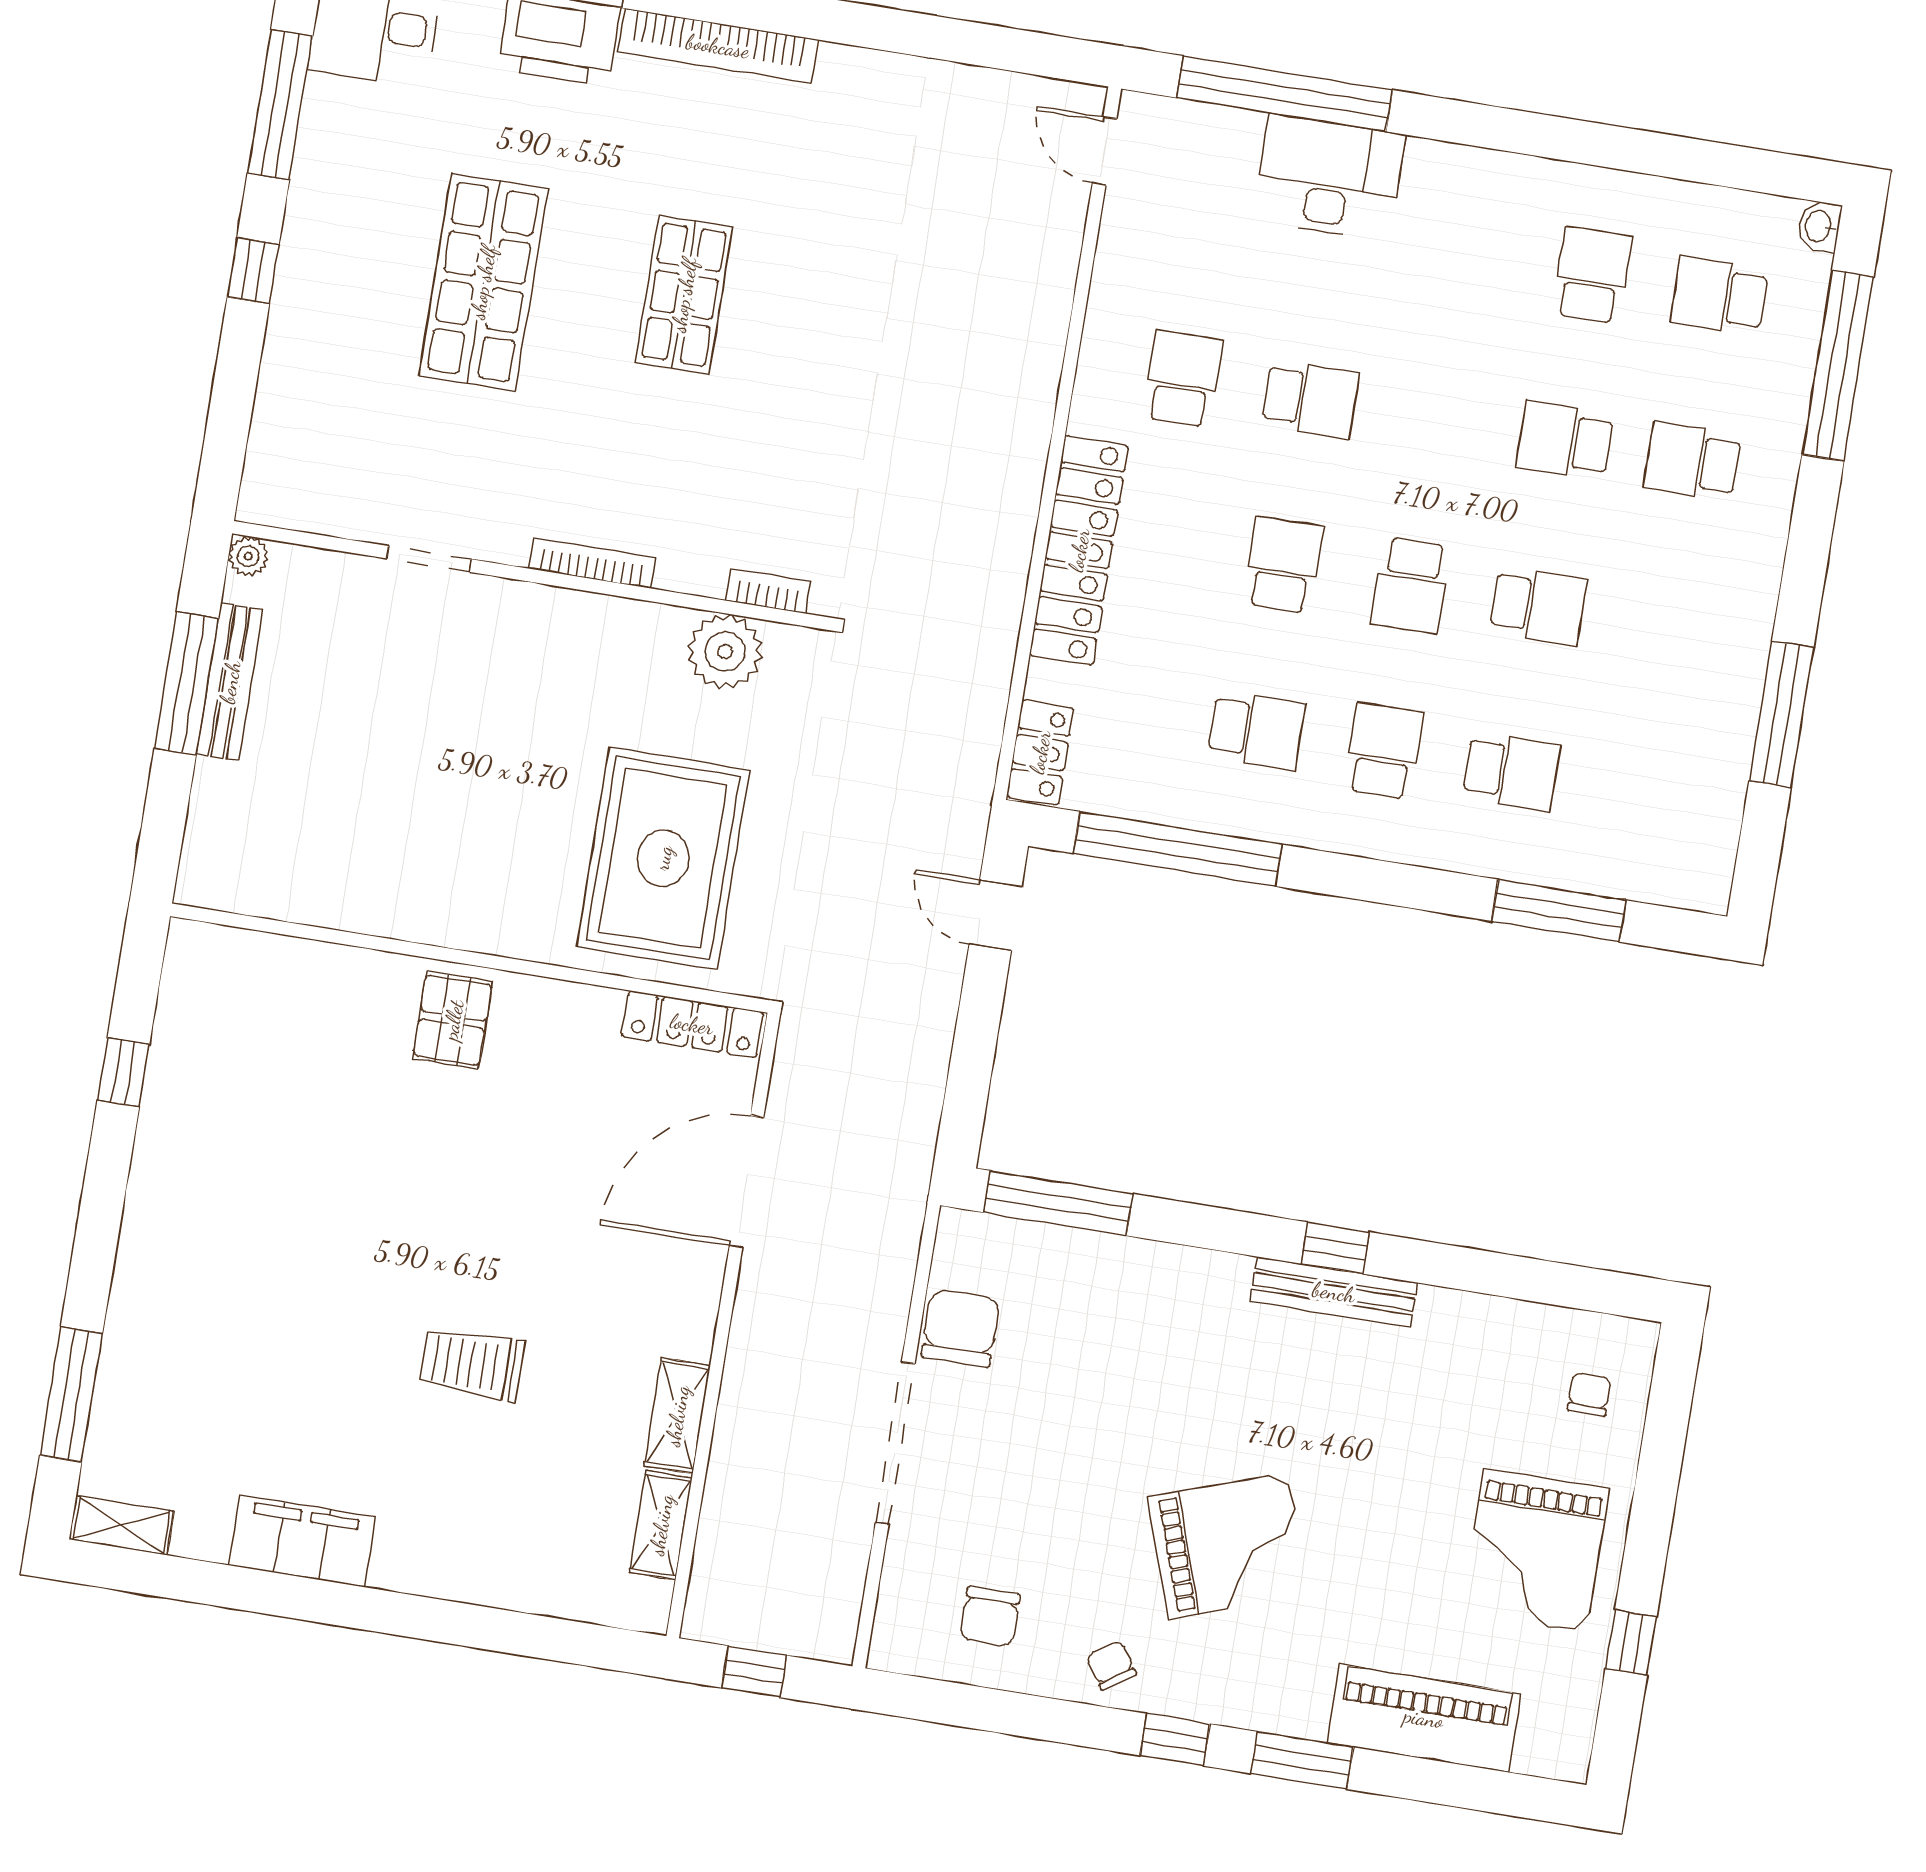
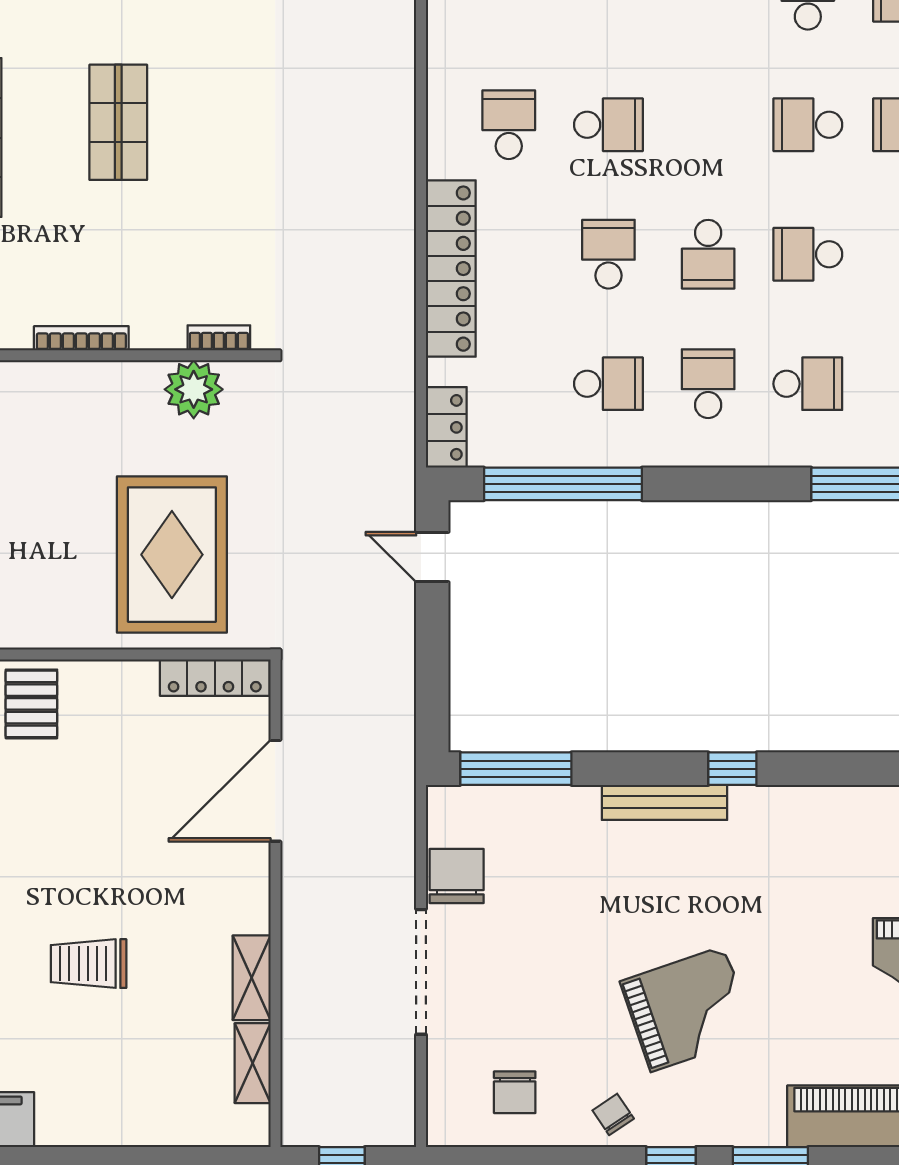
school desk: (1538, 606) -> (808, 254), turned 180
bench: (1334, 1292) -> (665, 802), moved

